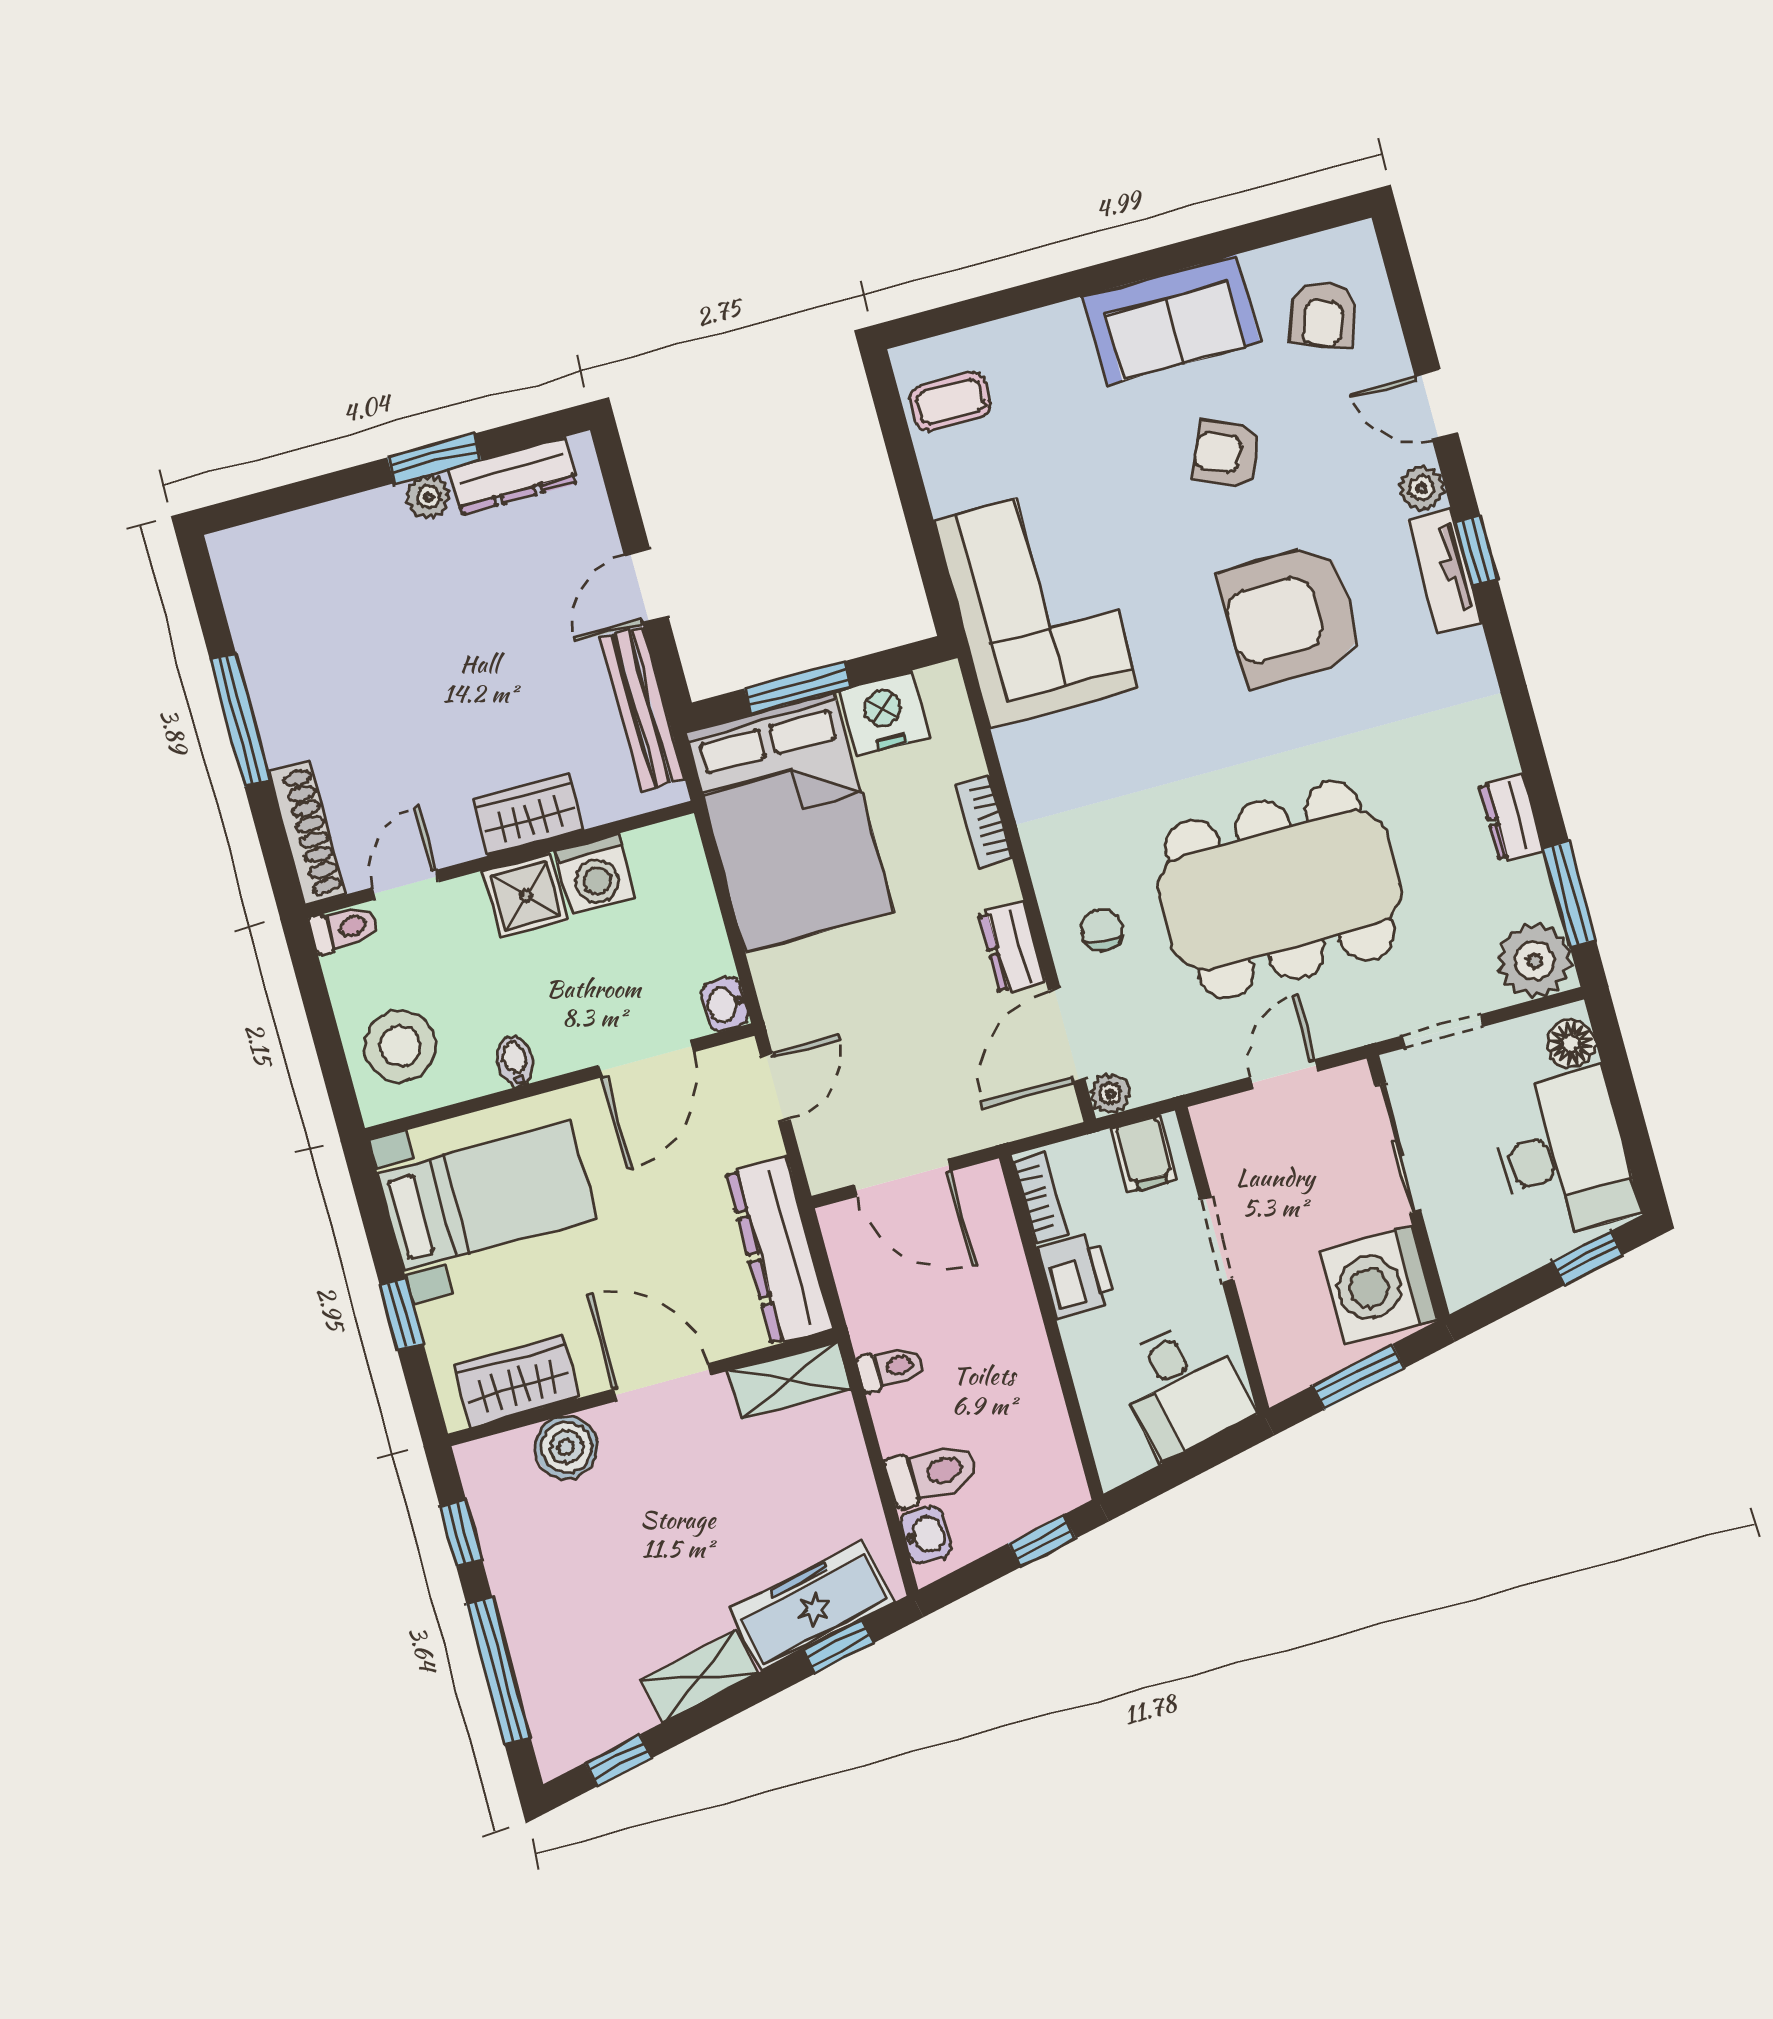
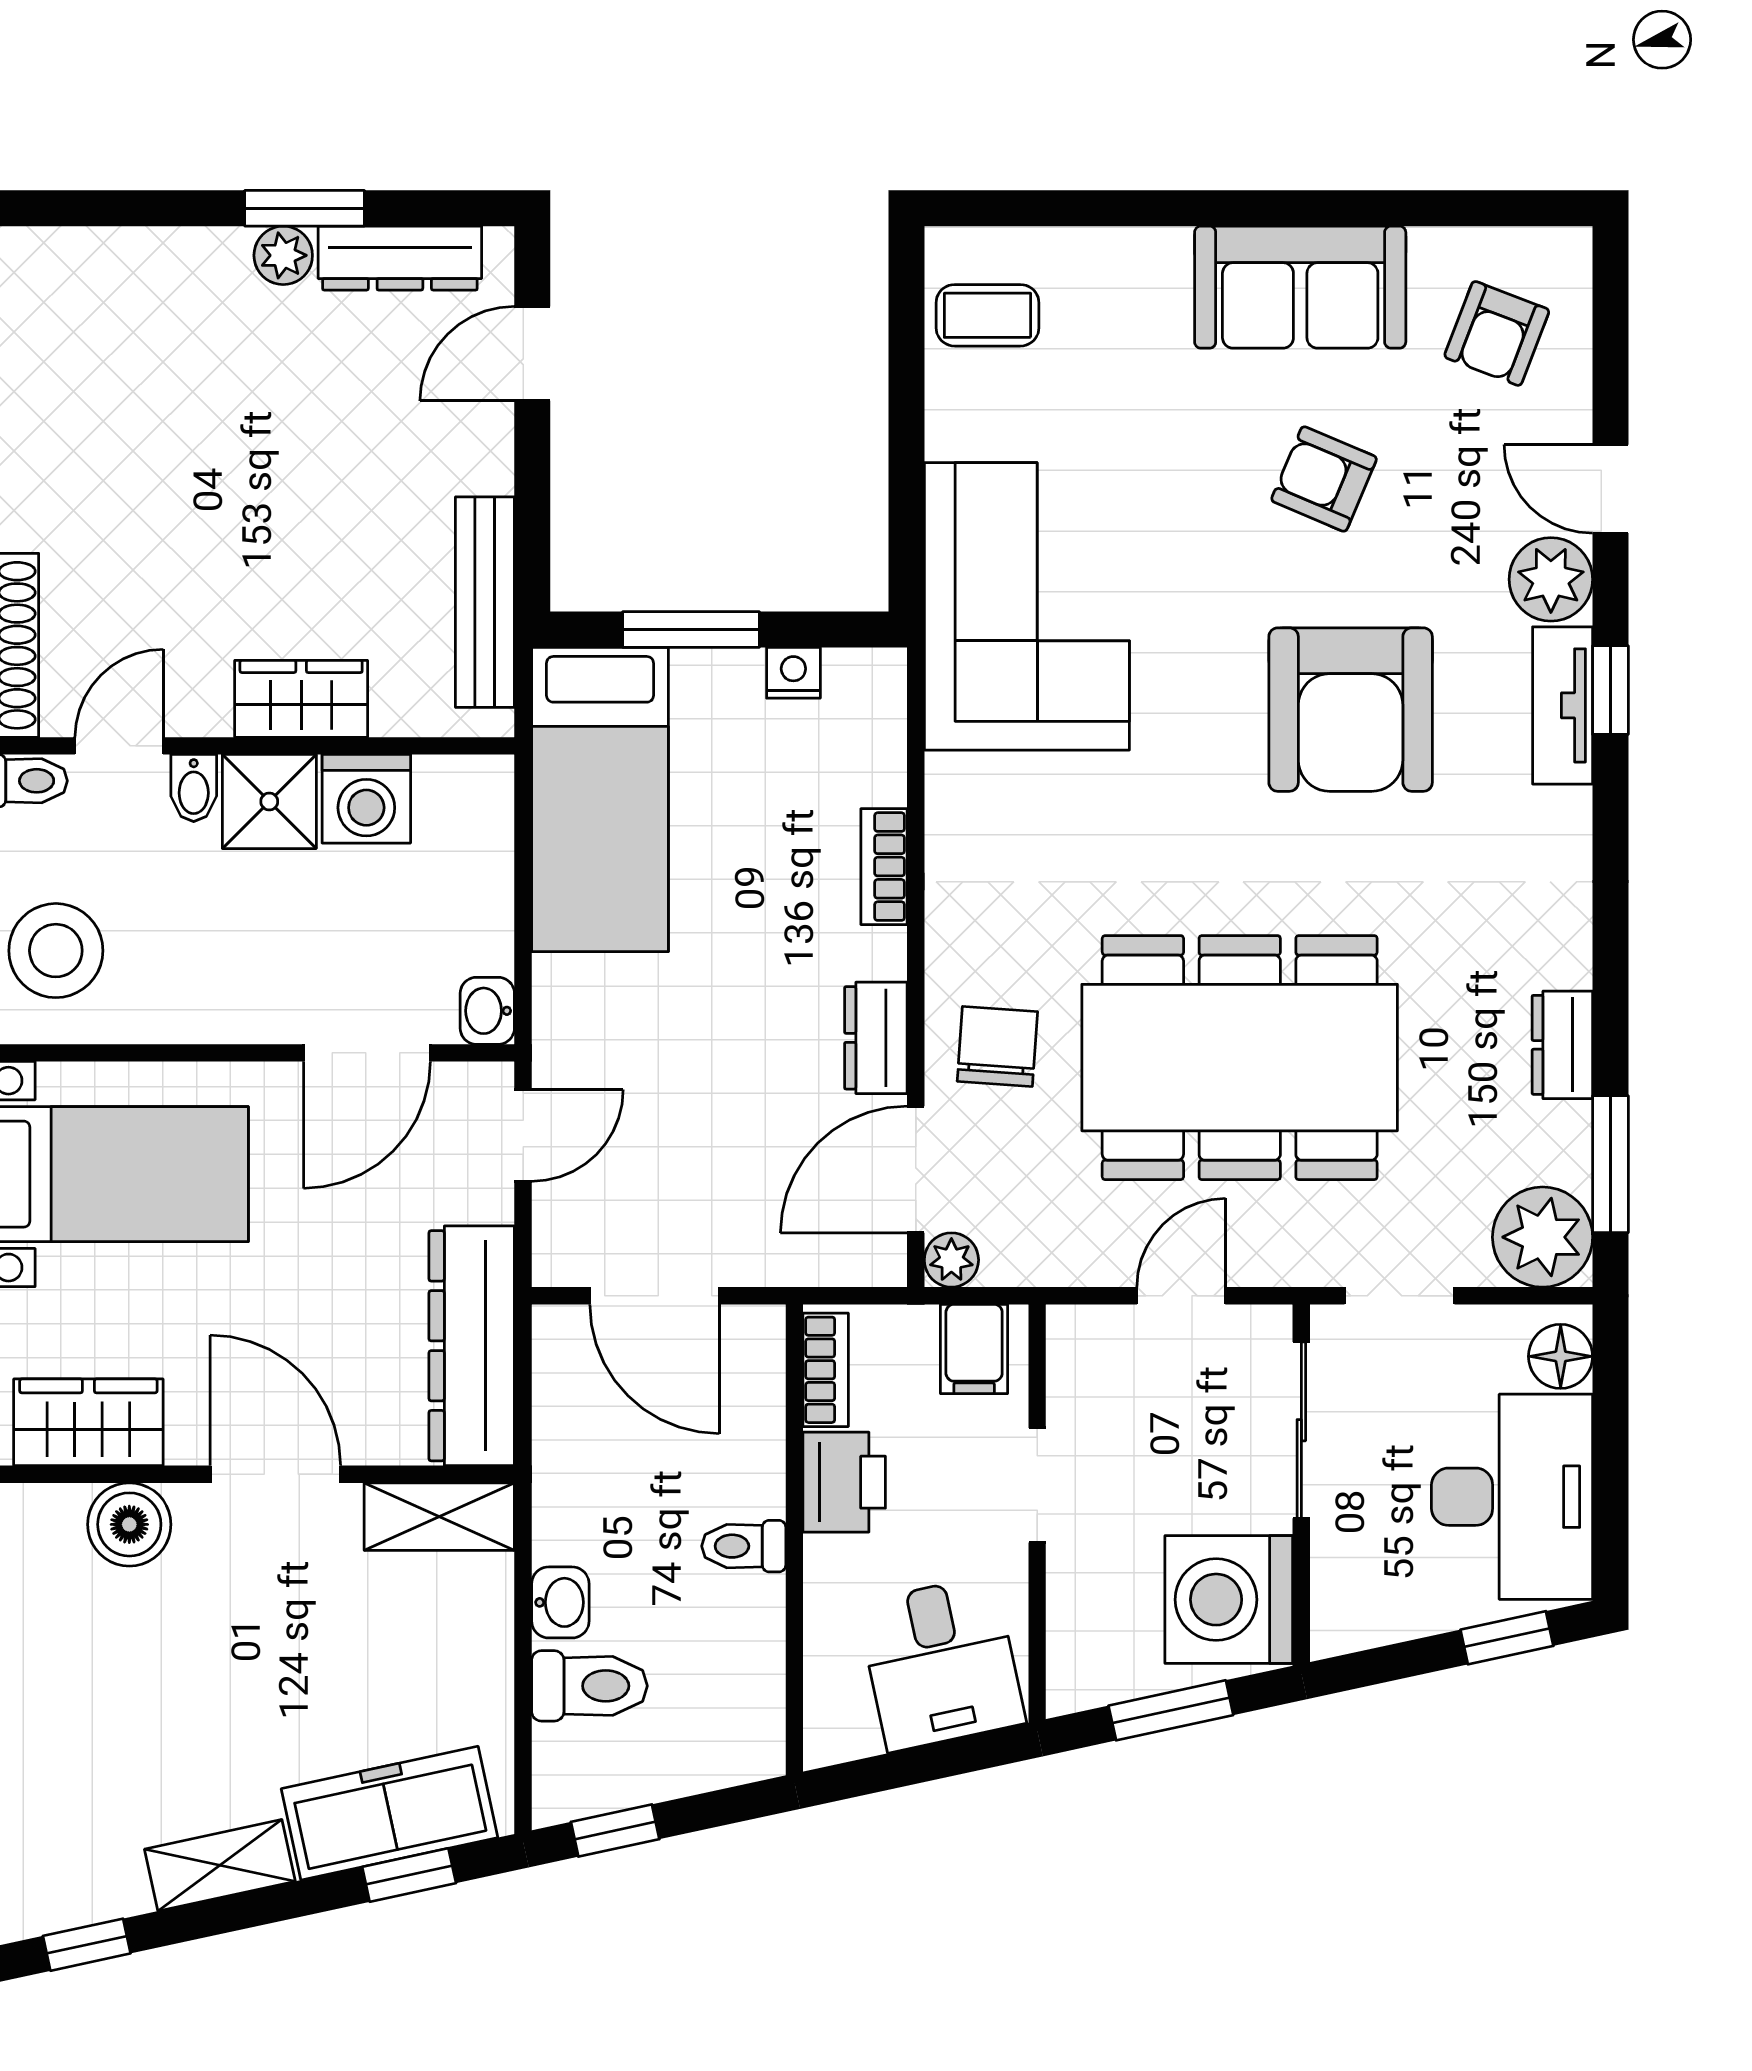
plant: (1421, 488) -> (1551, 579), width x1.38, depth x1.38
door: (646, 586) -> (532, 354), moved
armchair: (1291, 616) -> (1351, 710), turned -90
nightstand: (884, 714) -> (793, 673), width x0.53, depth x0.56
bed: (790, 822) -> (600, 799), width x0.67
chair: (1102, 930) -> (997, 1046), width x1.37, depth x1.37
bidet: (515, 1061) -> (194, 788), moved, turned 180
toilet: (891, 1368) -> (744, 1546), moved, turned 180
washbasin: (926, 1535) -> (560, 1602), moved
window: (1042, 1541) -> (615, 1830), moved

